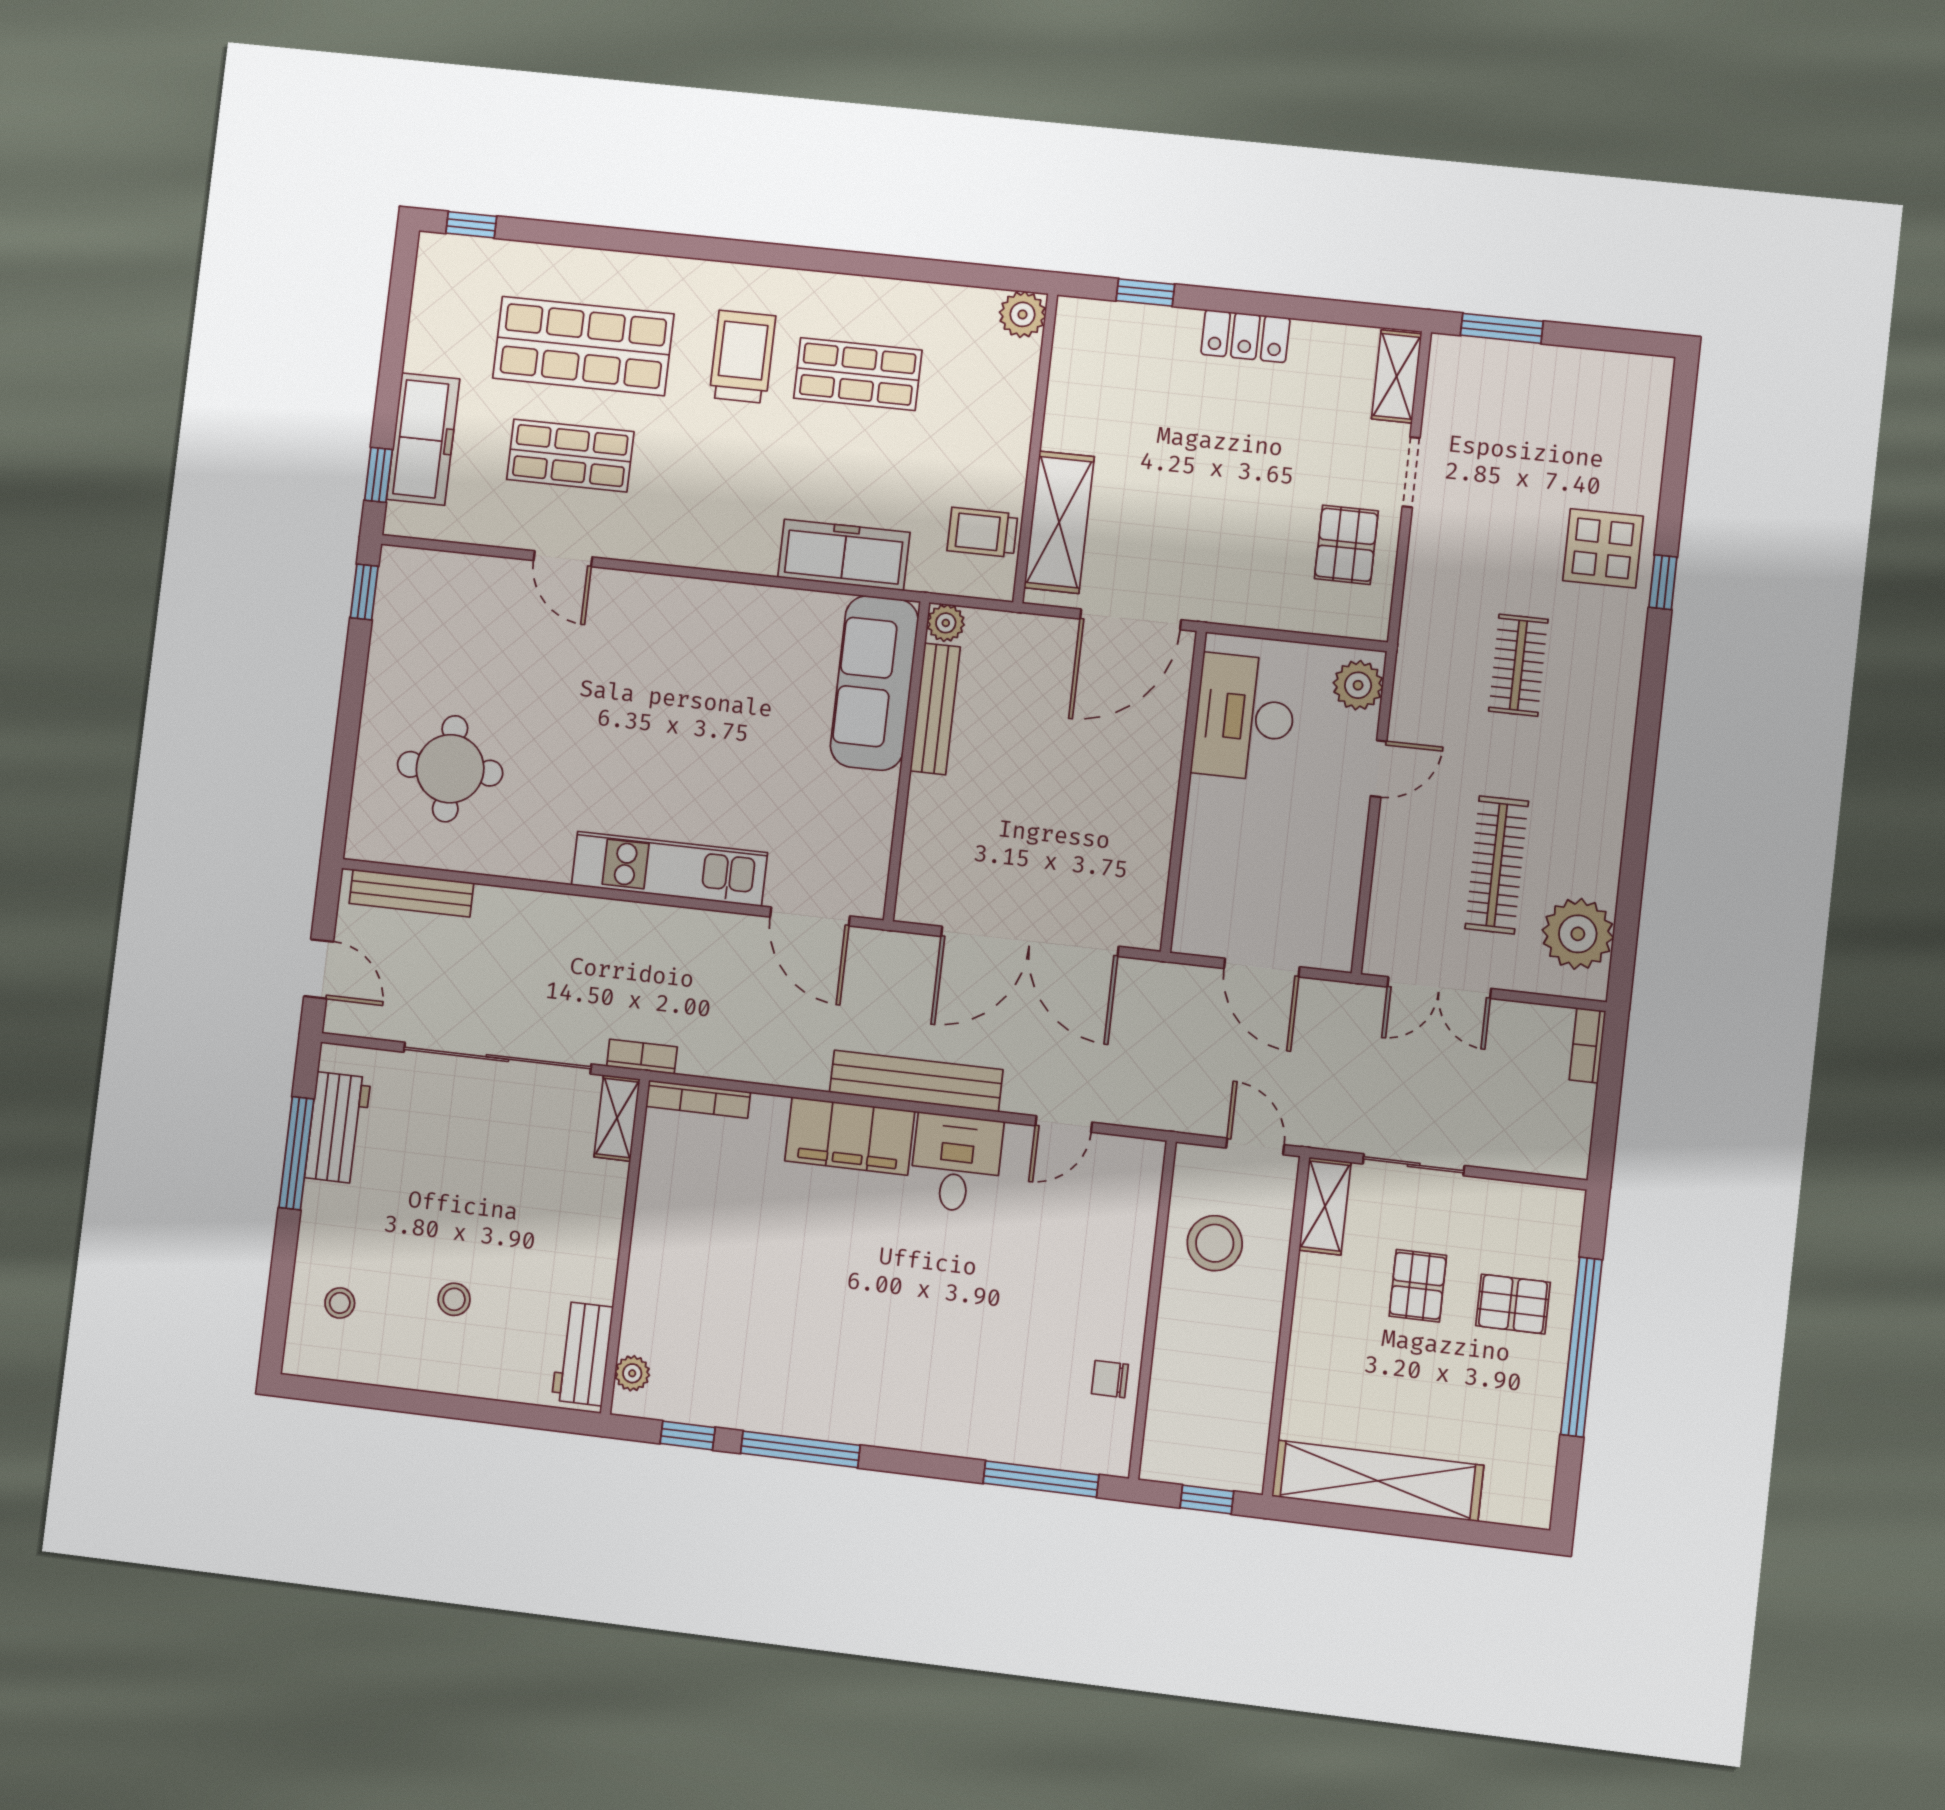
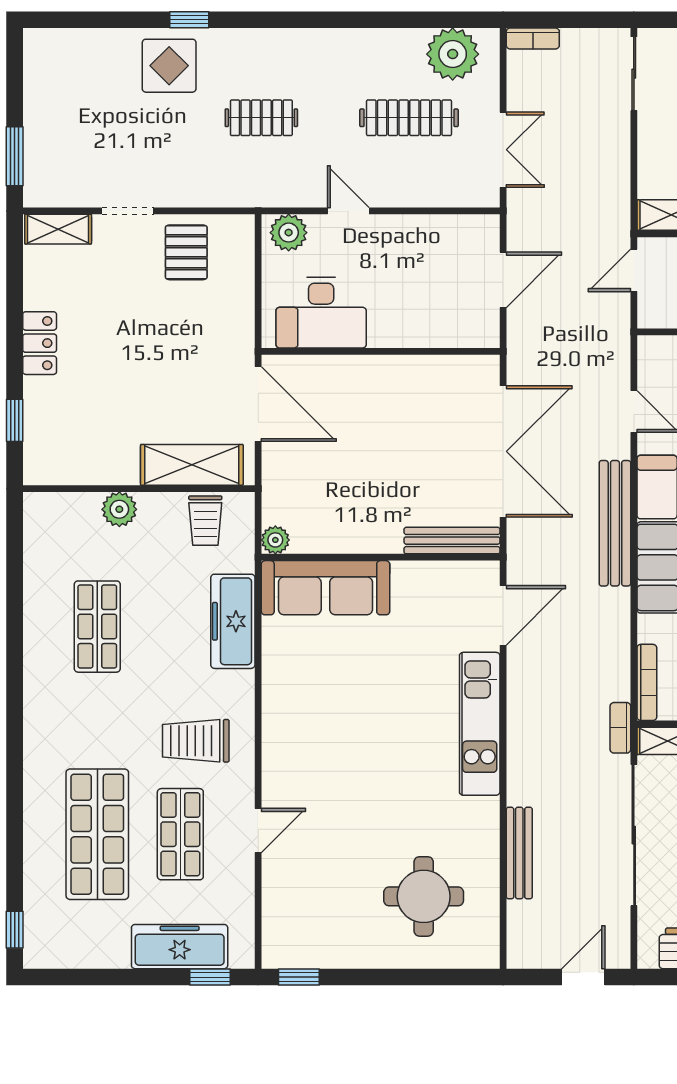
plant: (1023, 314) -> (119, 509), moved
trolley: (742, 357) -> (196, 741), moved
pallet: (1346, 545) -> (186, 252), turned 90
bench: (935, 709) -> (452, 541), moved
bench: (411, 893) -> (519, 853), moved
sliding door: (1414, 1165) -> (634, 74), moved

